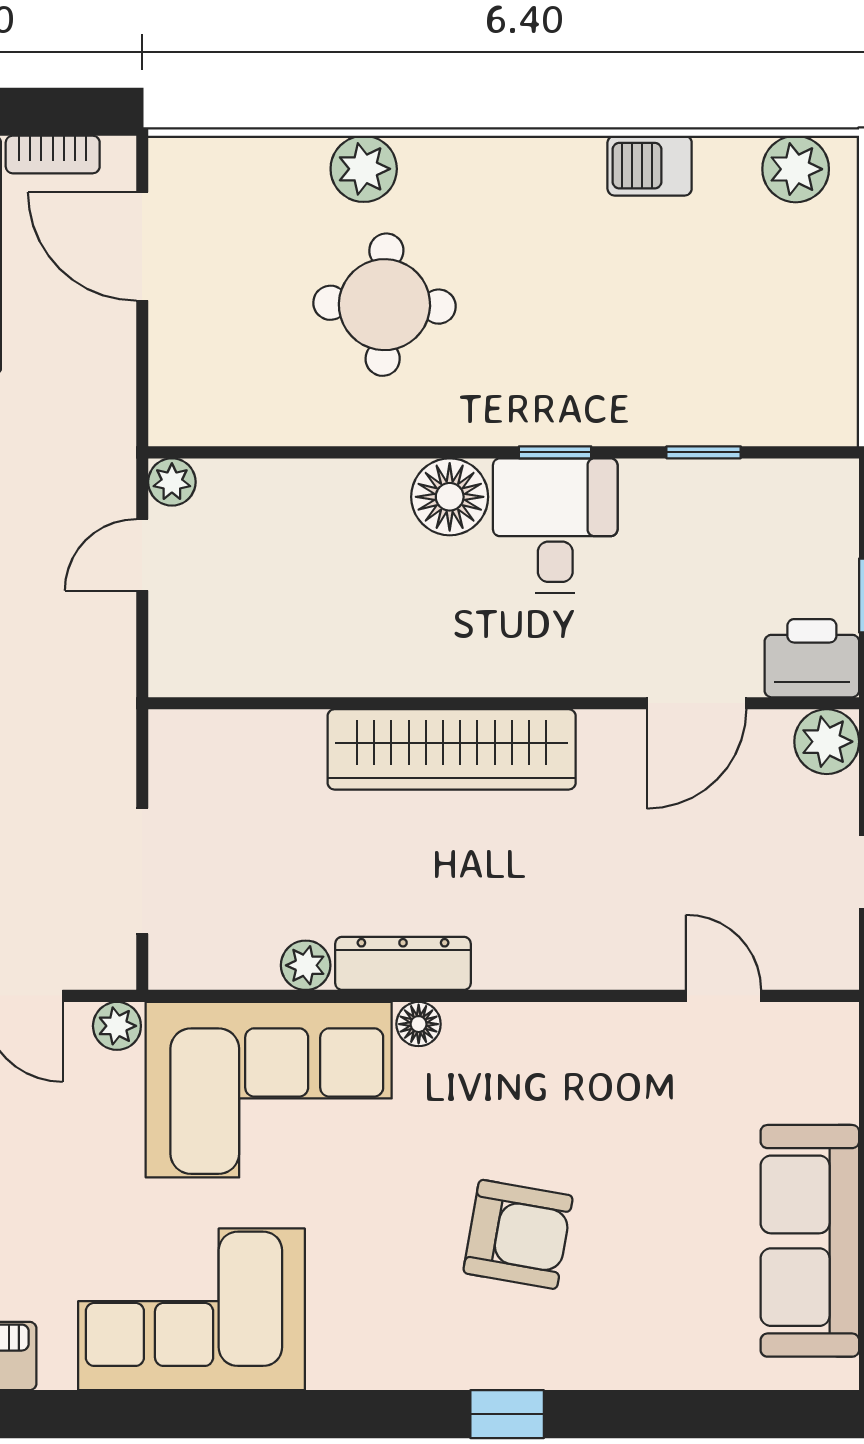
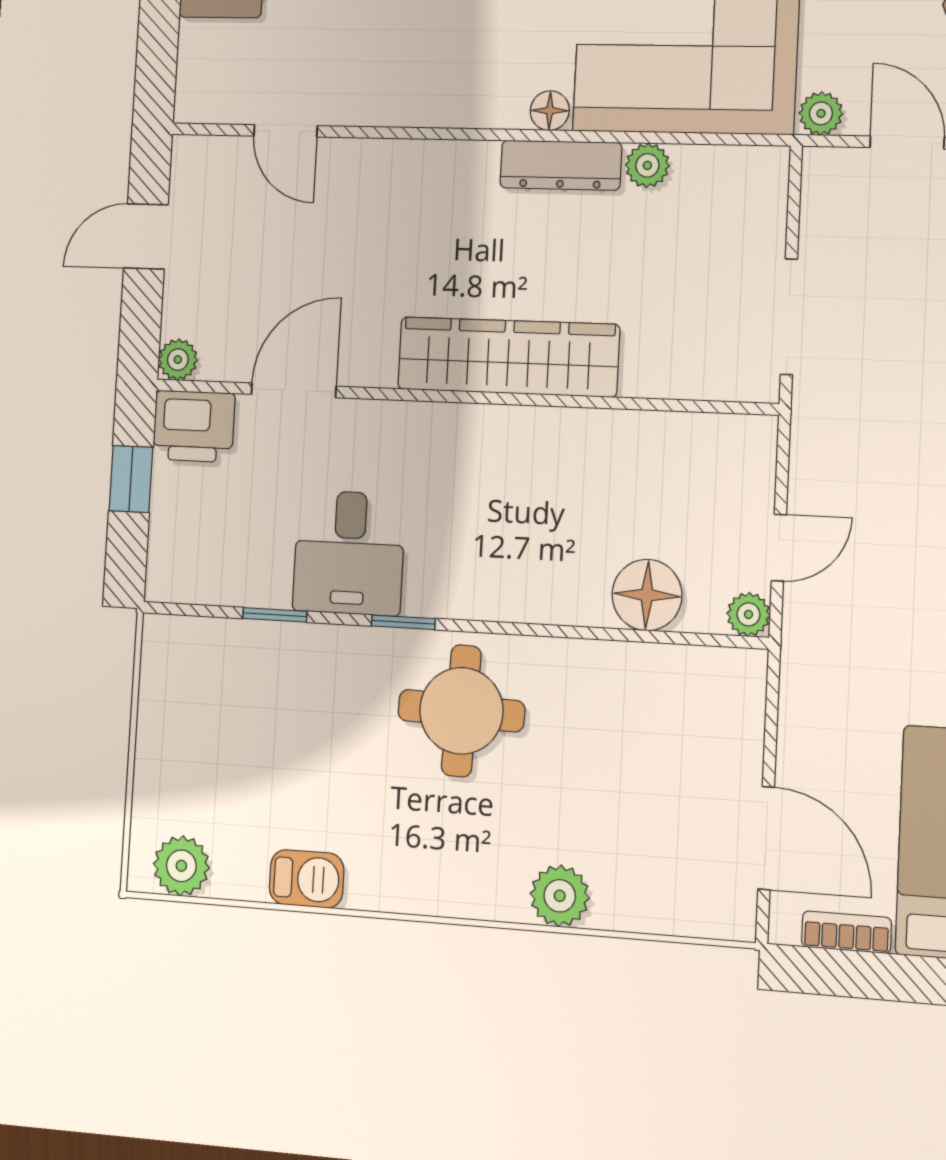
round table: (384, 305) -> (461, 711), moved
floor lamp: (450, 497) -> (647, 595), moved
desk: (555, 525) -> (349, 553), moved
plant: (827, 742) -> (178, 360), width x0.73, depth x0.73
doorway: (142, 871) -> (789, 317), moved

